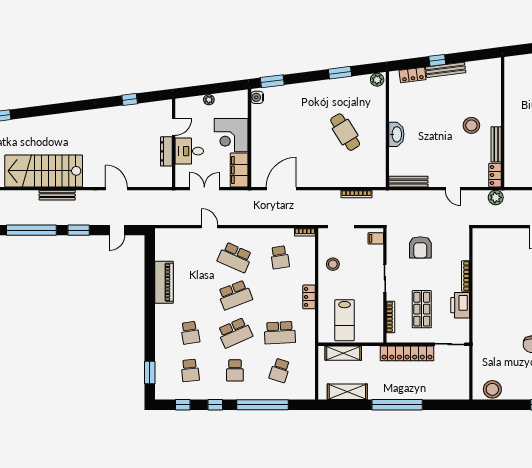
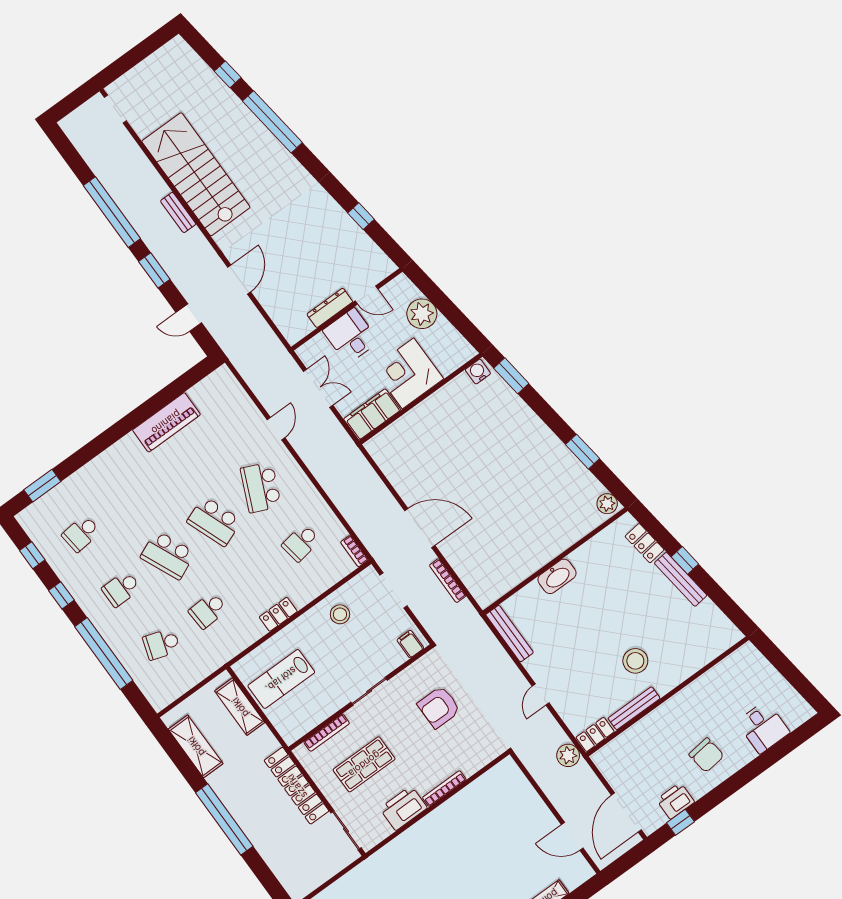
plant: (209, 100) -> (422, 314), width x1.88, depth x1.88
window: (45, 110) -> (272, 122), added
cafe table: (345, 132) -> (514, 511), removed
door: (281, 189) -> (420, 528), moved
bench: (57, 195) -> (178, 213), width x0.73
school desk: (190, 333) -> (128, 500), removed
school desk: (280, 333) -> (208, 610), width x0.54

